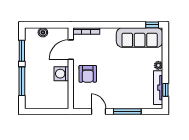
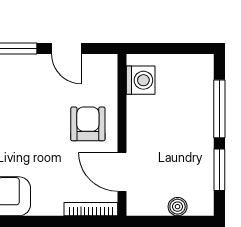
door: (71, 50) -> (122, 172), swing flipped
washing machine: (61, 74) -> (141, 80), moved

